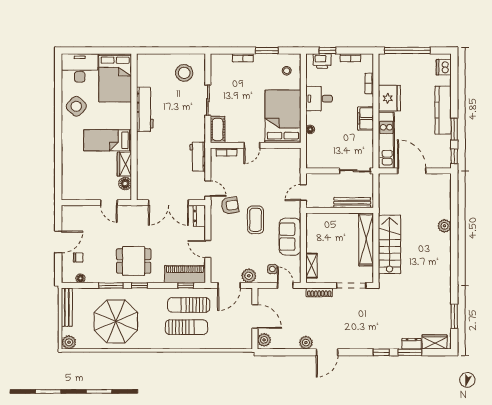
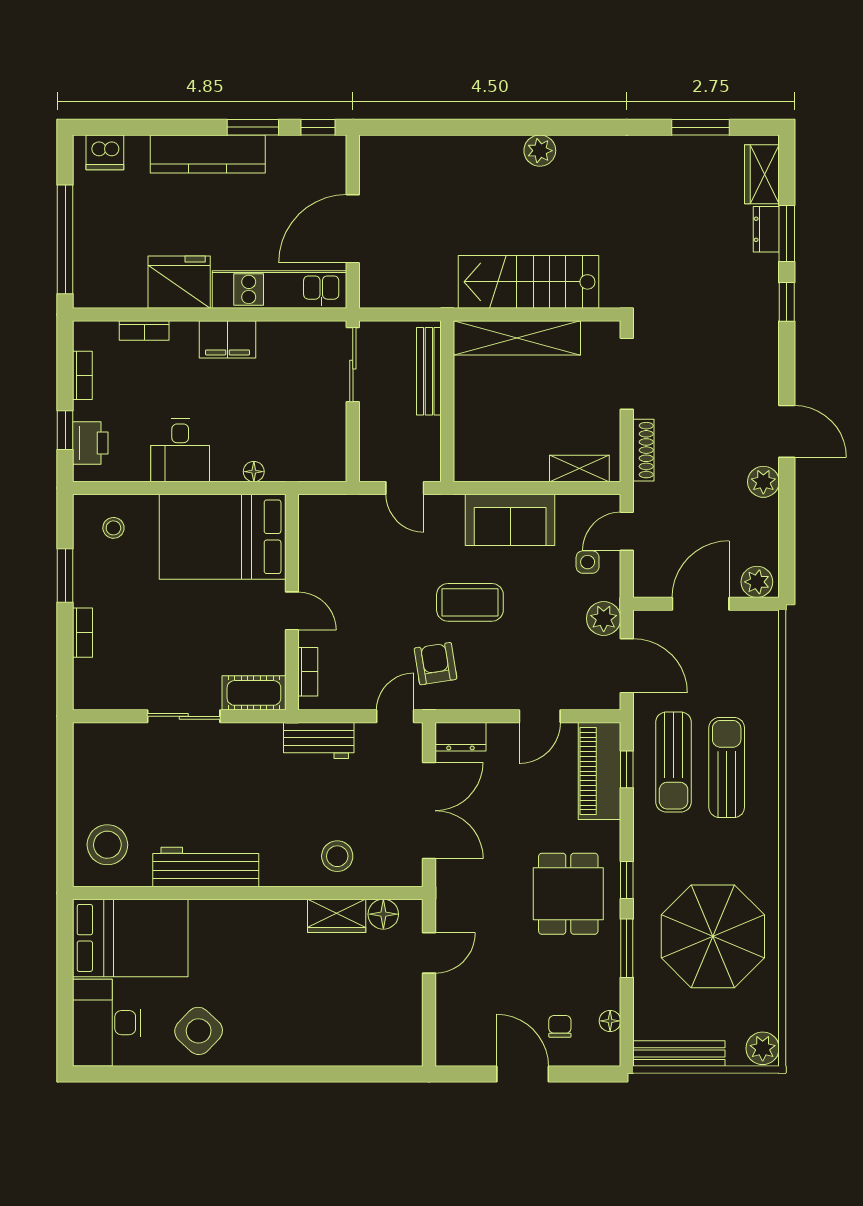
stool: (184, 73) -> (107, 845), moved
bed: (108, 140) -> (280, 956), removed
stool: (149, 164) -> (337, 856), added
plant: (444, 226) -> (540, 151), moved

